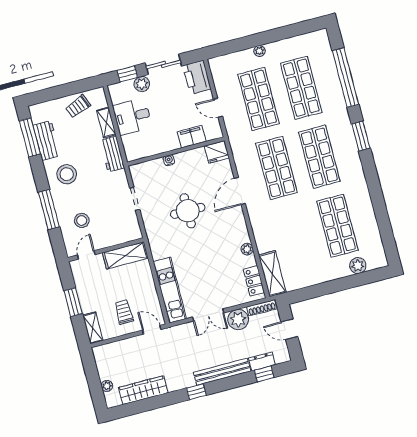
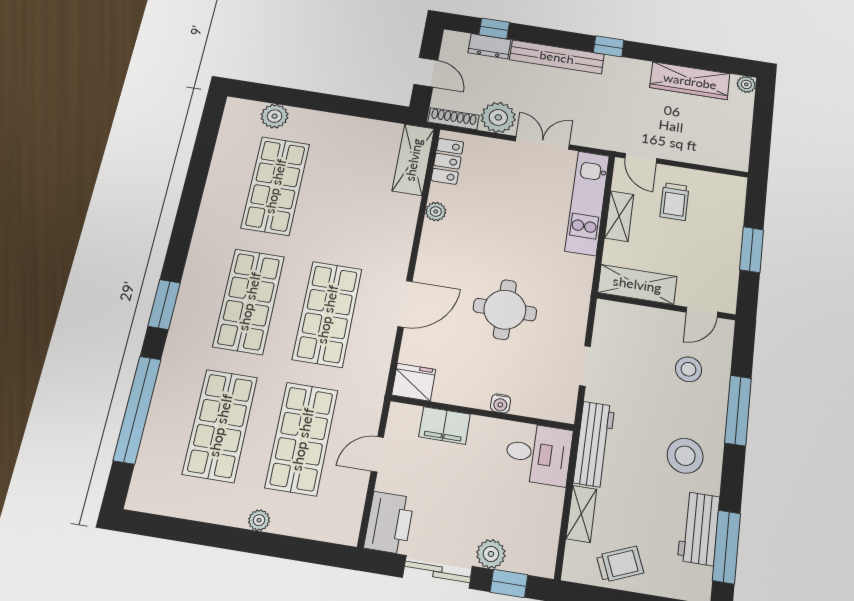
door: (218, 108) -> (377, 454), swing flipped
desk: (132, 116) -> (538, 454), moved
workbench: (112, 154) -> (594, 444), width x1.38
shelving: (93, 328) -> (619, 216), moved
plant: (107, 386) -> (746, 84), moved

